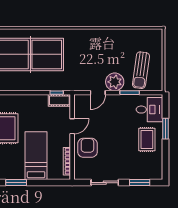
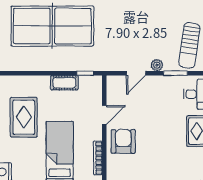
plant: (115, 82) -> (157, 65), width x0.53, depth x0.53
cot: (59, 100) -> (64, 83), moved

